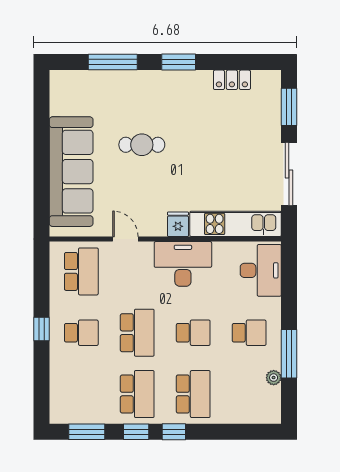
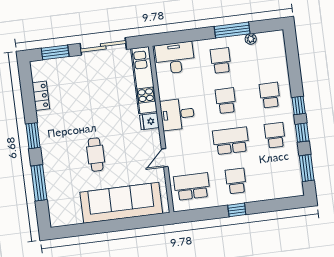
desk: (183, 264) -> (177, 114), width x0.73
school desk: (137, 394) -> (275, 135), width x0.54
school desk: (193, 394) -> (270, 95), width x0.54

